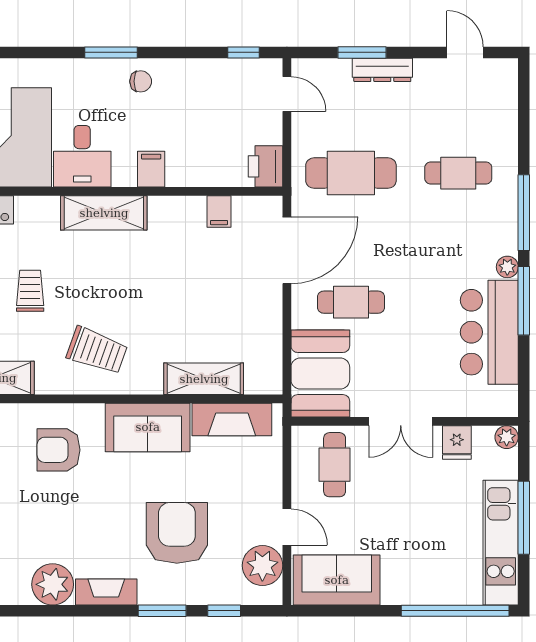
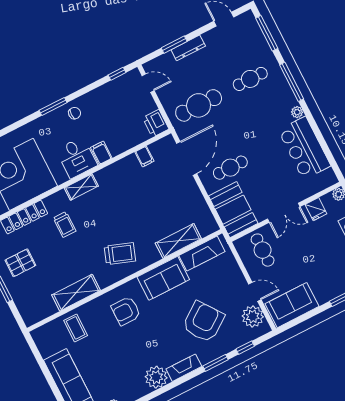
desk: (82, 156) -> (77, 158), moved
shelving: (104, 213) -> (81, 187), width x0.67, depth x0.75
trolley: (30, 291) -> (65, 224), moved, turned 180
window: (524, 301) -> (267, 33), moved
armchair: (177, 533) -> (203, 322), turned 54

